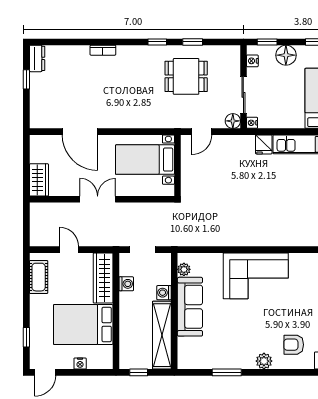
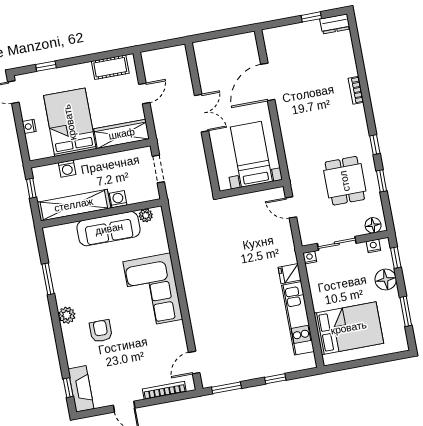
floor lamp: (233, 121) -> (373, 225), moved
wardrobe: (39, 180) -> (210, 49), removed
washing machine: (126, 284) -> (67, 169), moved
armchair: (294, 345) -> (101, 331), moved

